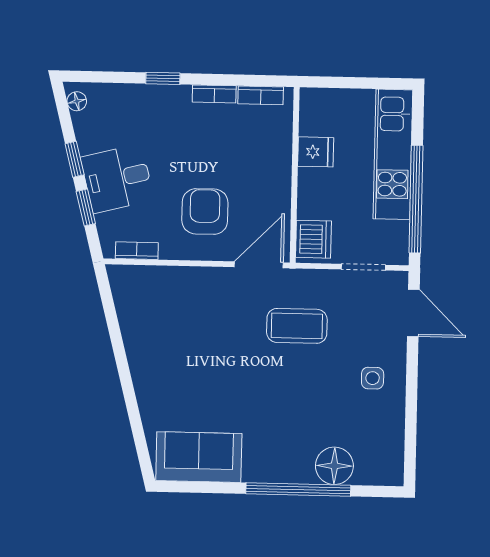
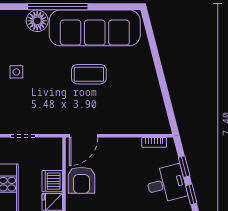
armchair: (205, 212) -> (81, 180), moved
dishwasher: (313, 239) -> (52, 181), moved
coffee table: (297, 326) -> (89, 74), moved
sofa: (199, 457) -> (95, 28), width x1.85, depth x1.27

